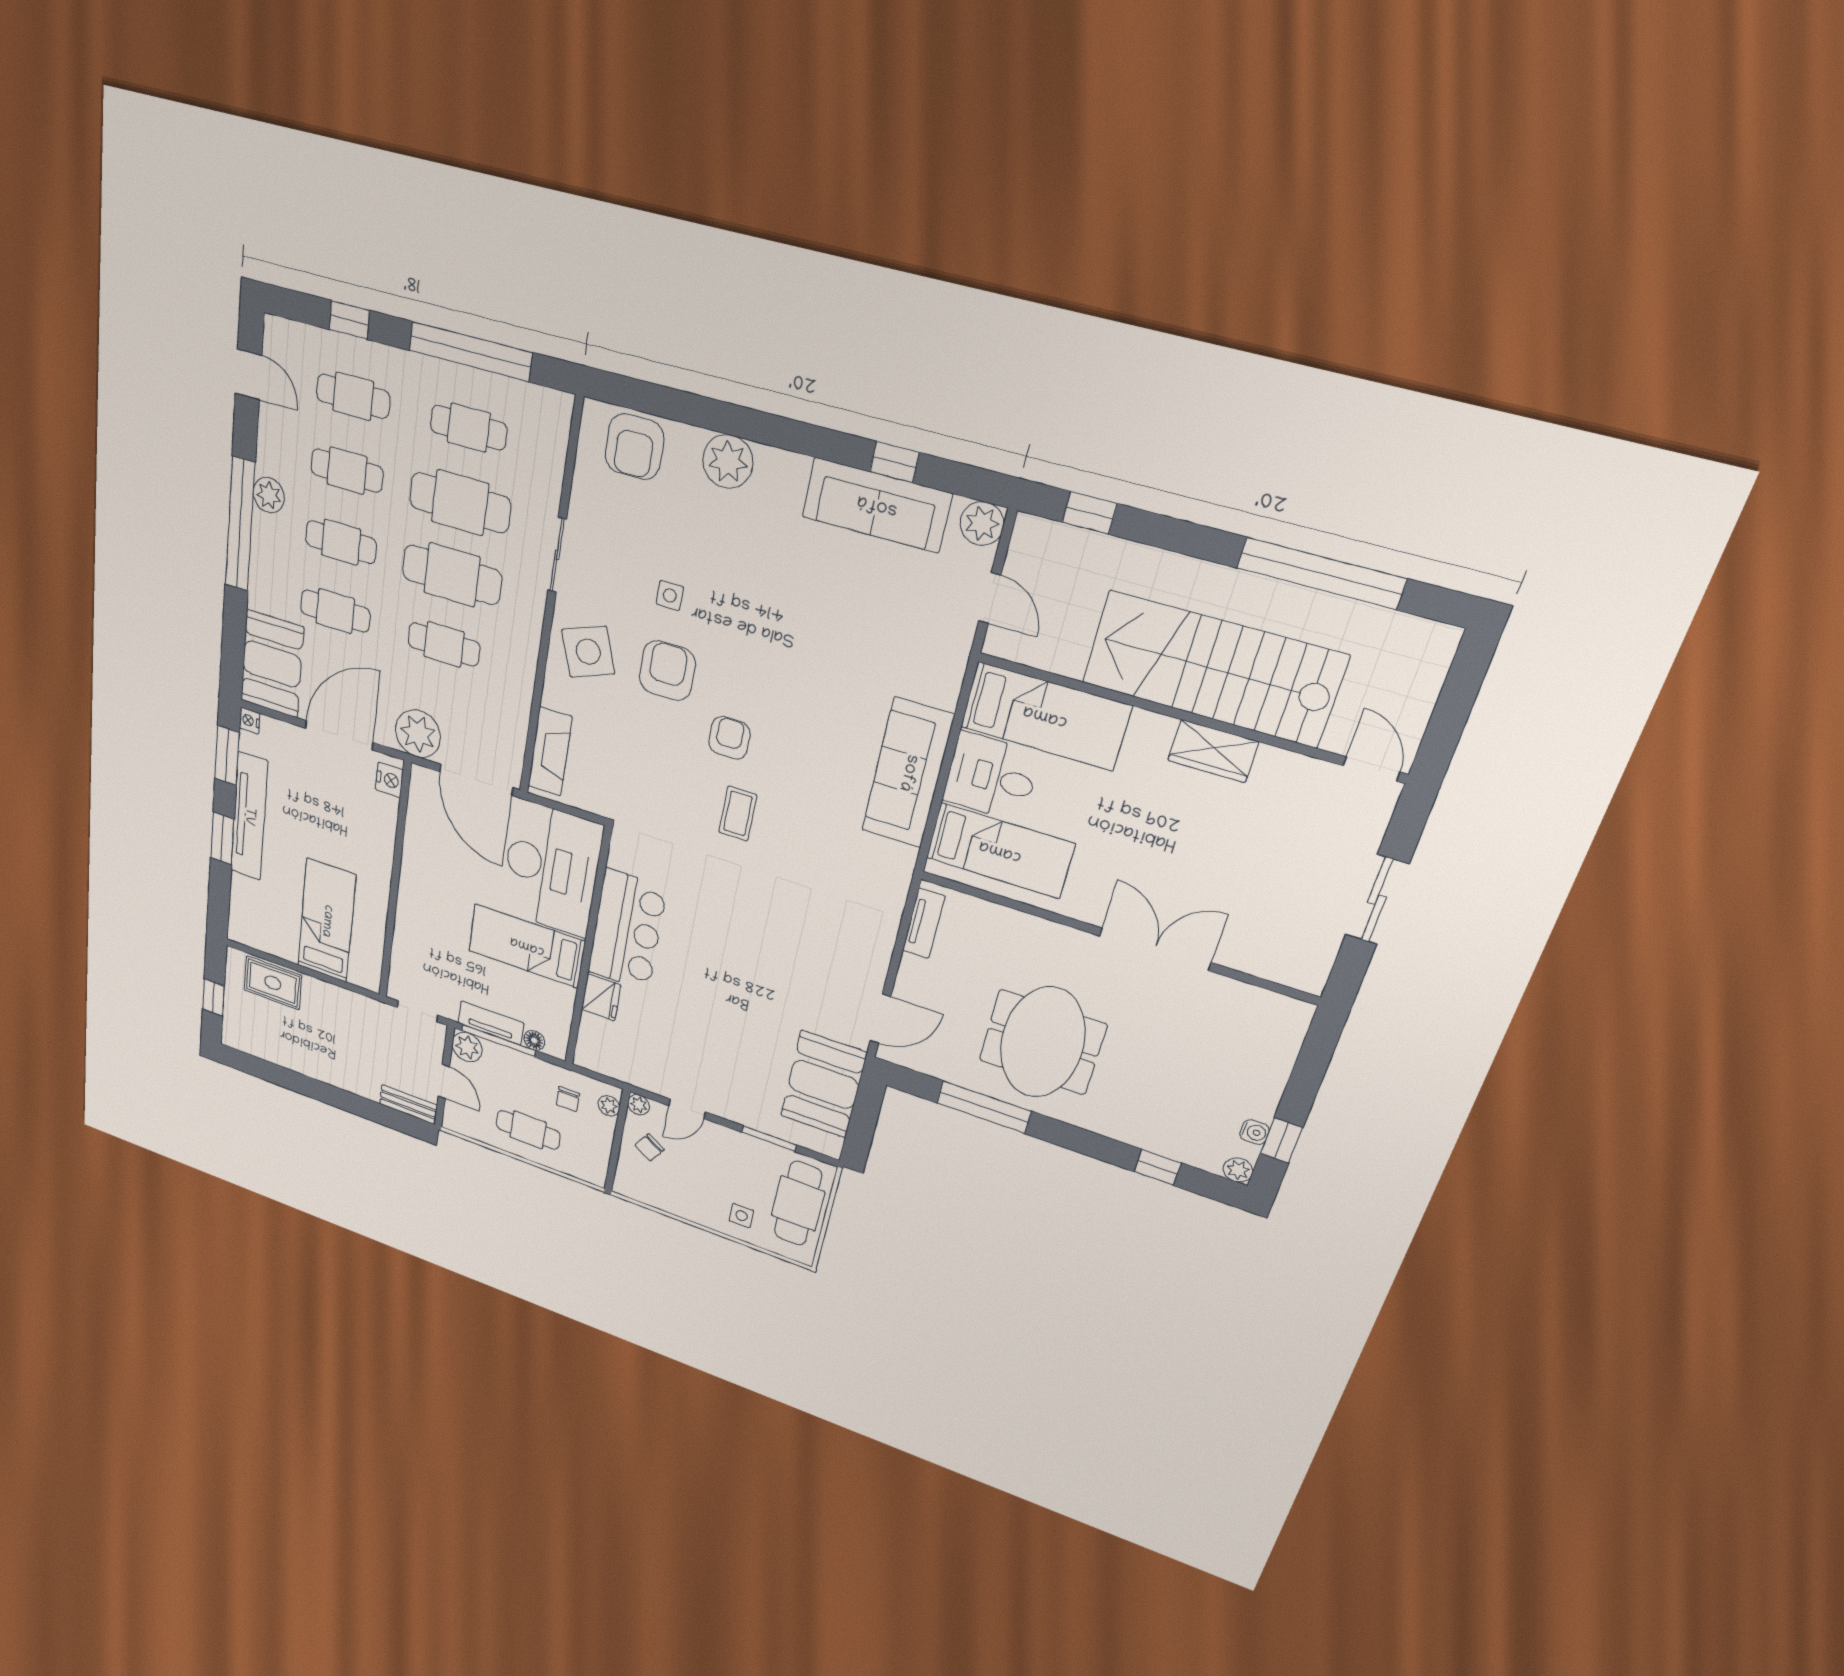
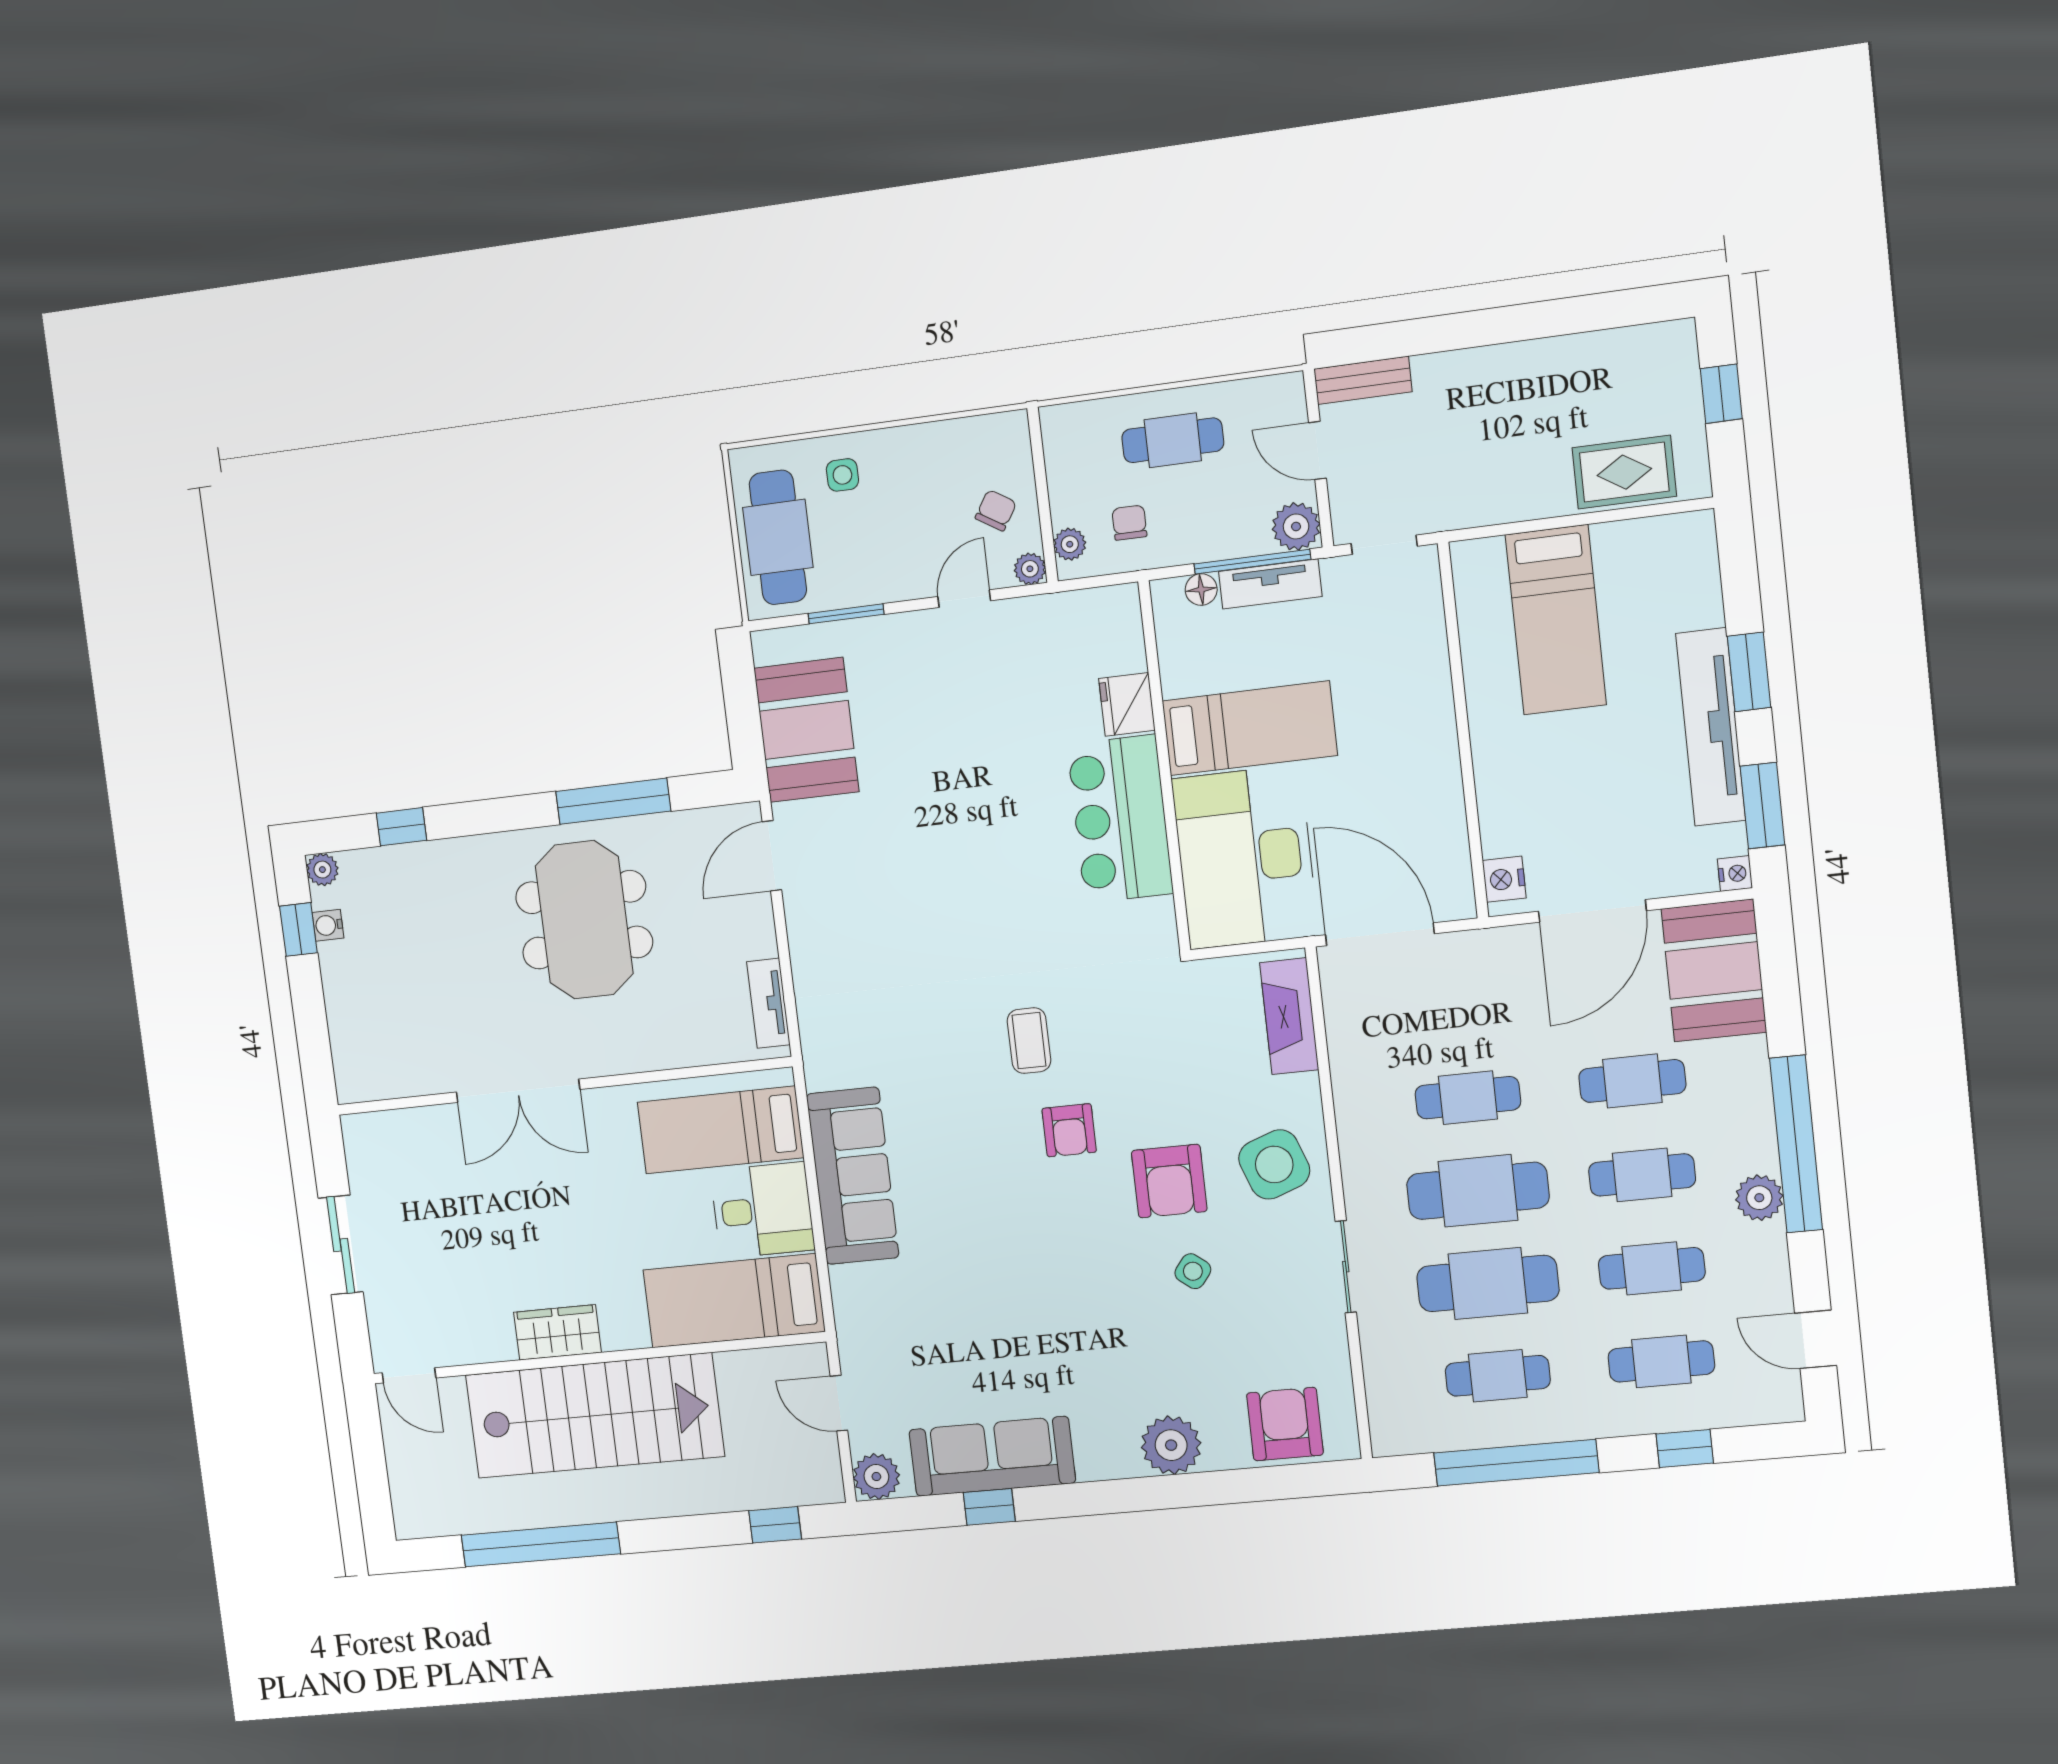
side table: (670, 596) -> (1193, 1271), turned 38
plant: (418, 734) -> (1477, 962), removed

